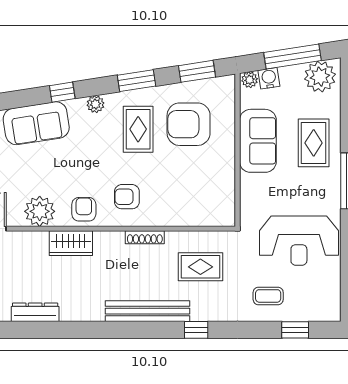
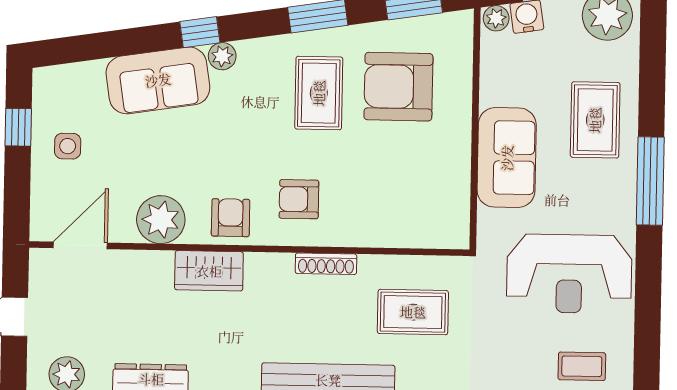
plant: (95, 104) -> (222, 56), moved
sofa: (258, 141) -> (507, 158), moved
coffee table: (268, 296) -> (582, 366), moved

